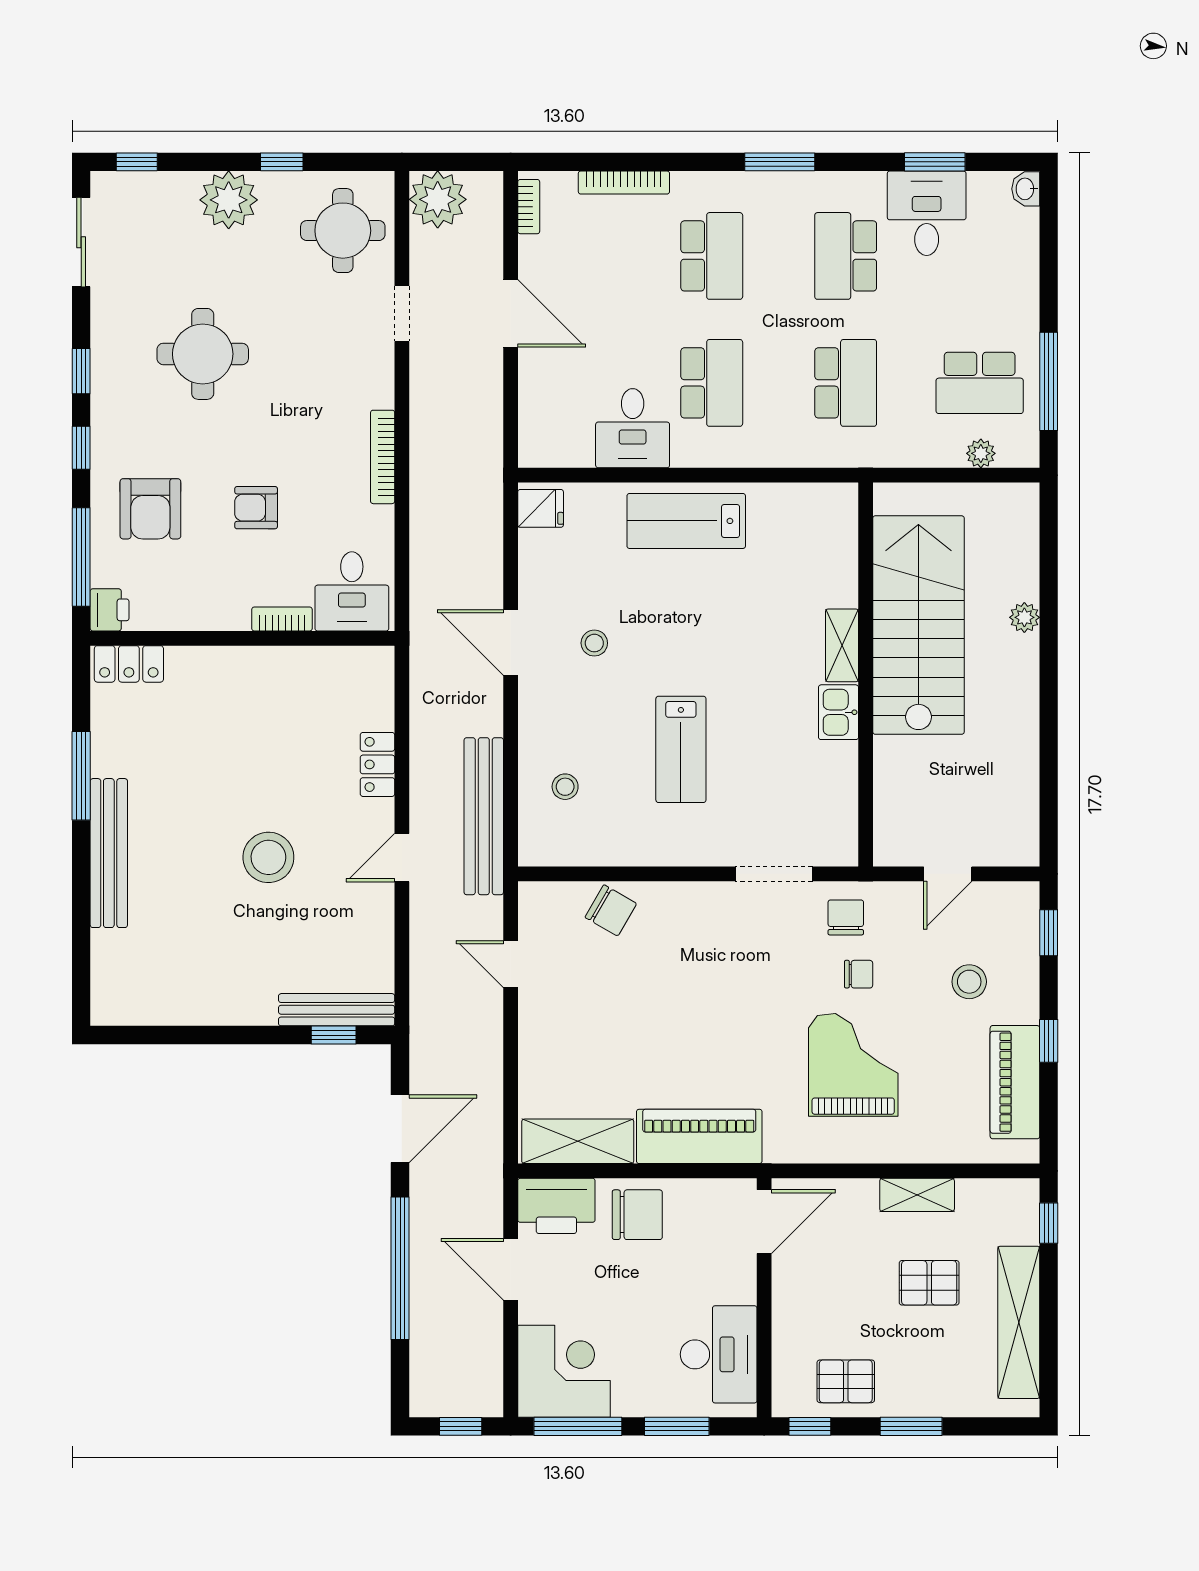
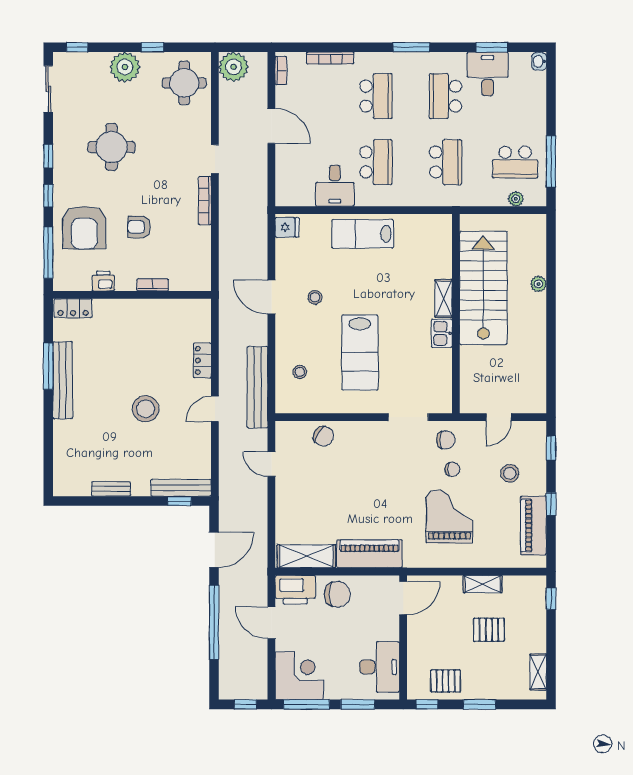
doorway: (402, 314) -> (215, 159), moved
armchair: (150, 509) -> (84, 228), width x1.36, depth x1.36
desk: (352, 591) -> (189, 270), removed
printer: (110, 610) -> (103, 281), moved, turned -90
lab bench: (681, 749) -> (360, 353), width x1.36, depth x1.39
bench: (109, 853) -> (63, 380), moved
chair: (846, 917) -> (446, 440), turned 90
bench: (202, 1012) -> (111, 489), added
shelving: (1019, 1322) -> (538, 672), width x0.45, depth x0.75

